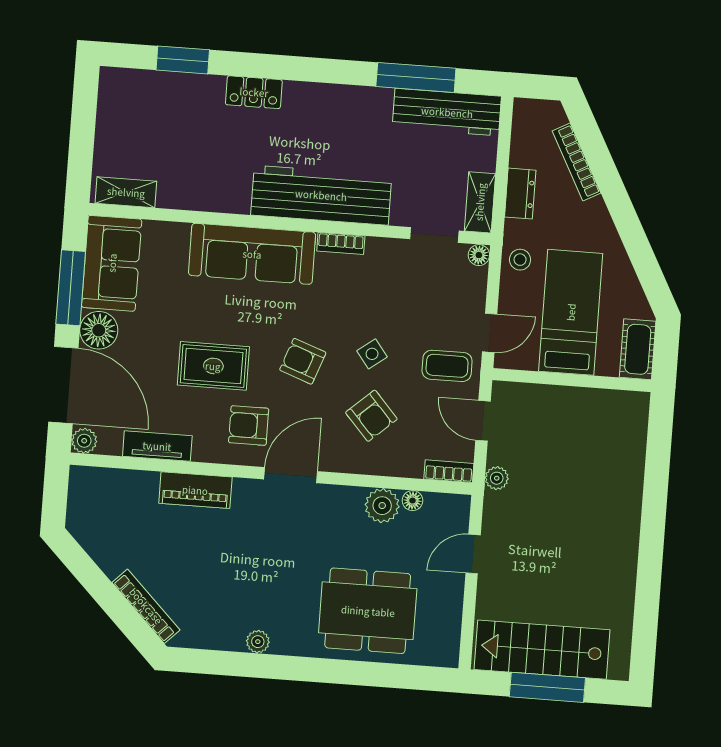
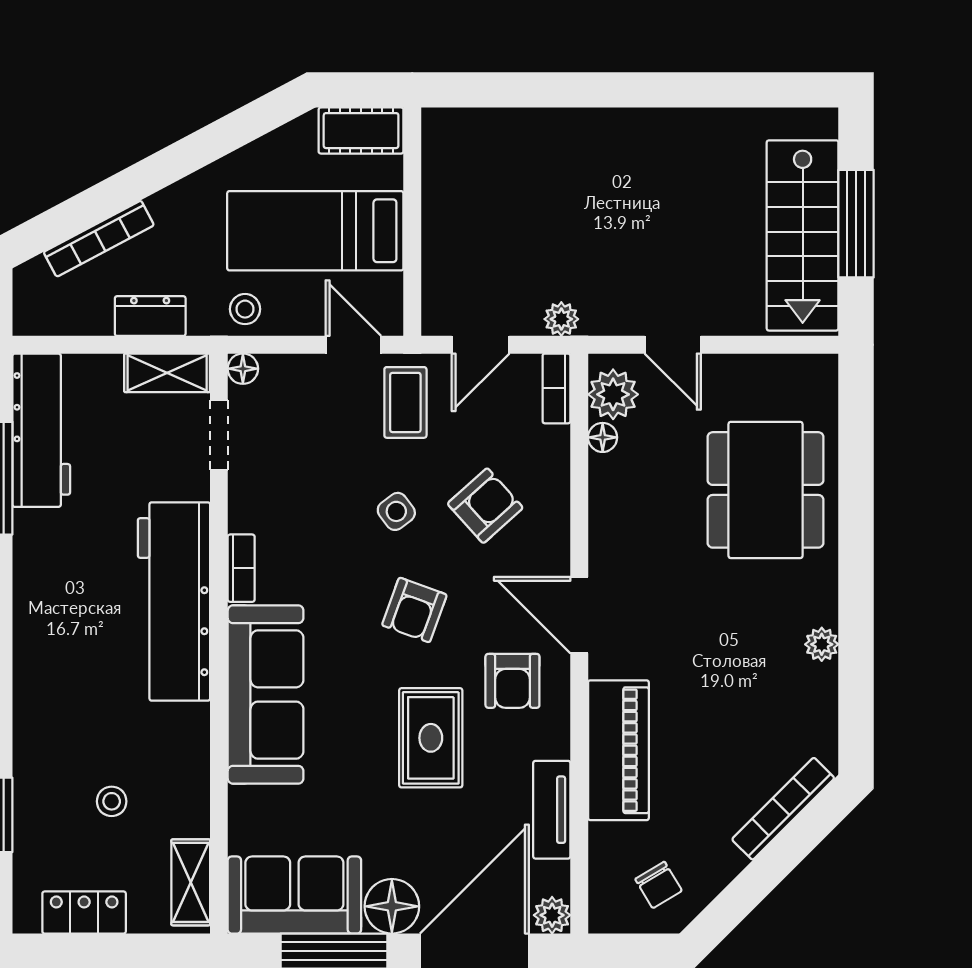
locker: (254, 92) -> (84, 912), moved, turned -90
stool: (186, 142) -> (112, 801), added
piano: (195, 490) -> (618, 750), width x1.37, depth x1.33
plant: (382, 506) -> (613, 394), moved
chair: (100, 516) -> (659, 885), added

